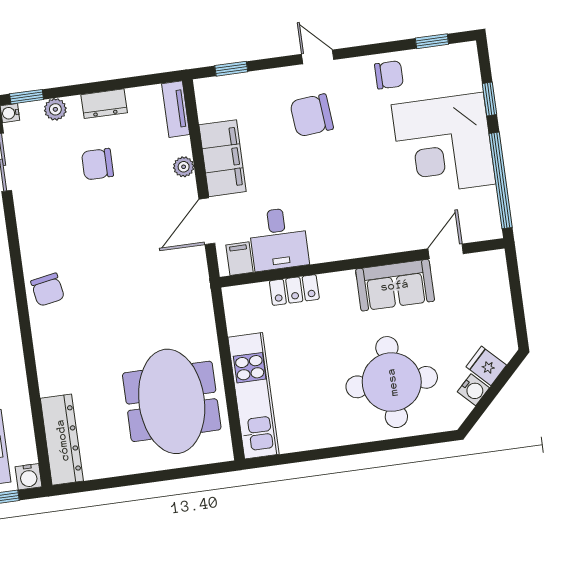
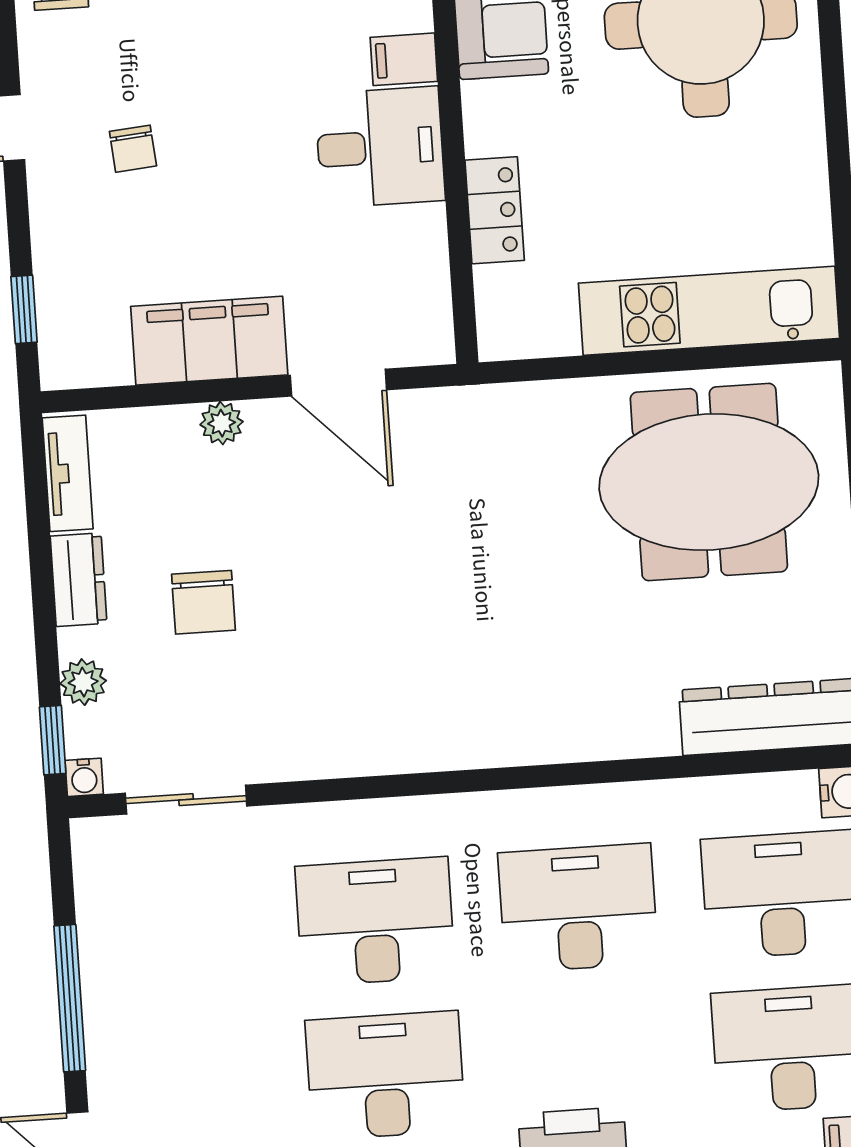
tv unit: (176, 109) -> (68, 473), moved, turned -90
chair: (312, 115) -> (133, 149), width x0.54, depth x0.54
desk: (278, 239) -> (380, 147), moved
filing cabinet: (240, 259) -> (404, 59), moved
chair: (48, 290) -> (458, 725), removed

